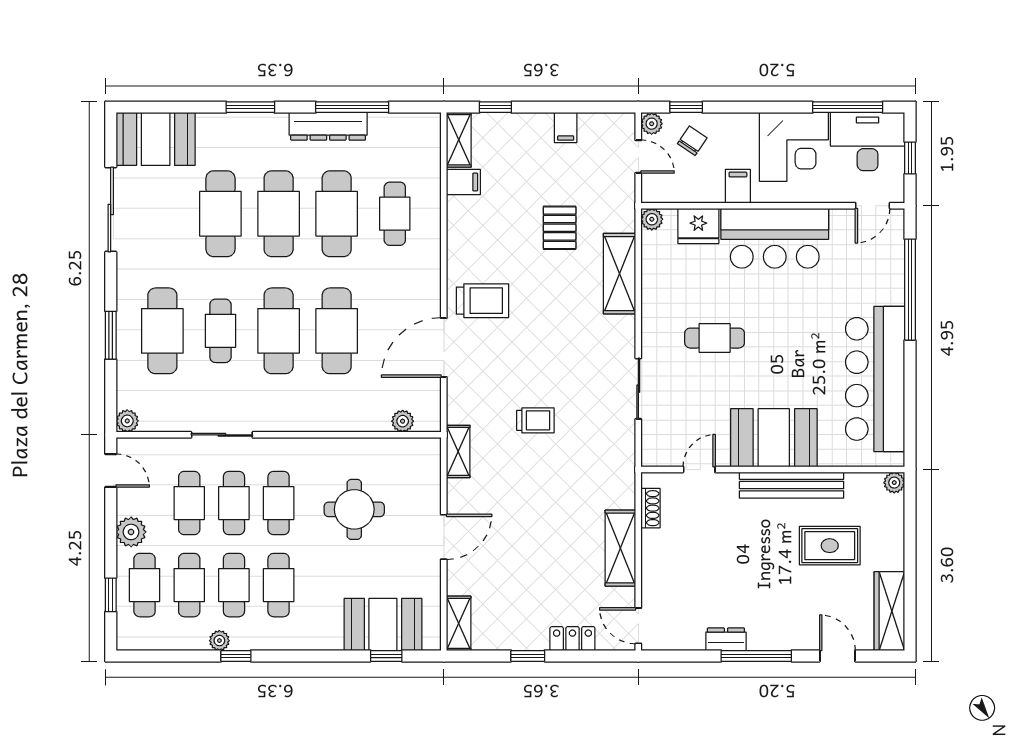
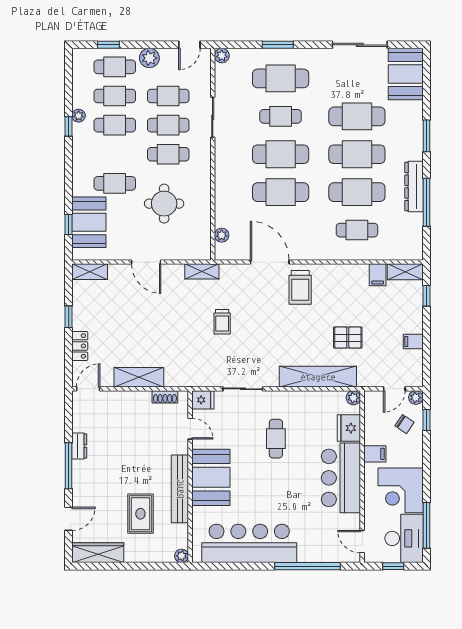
shelving: (619, 274) -> (318, 377), width x1.47
fridge: (655, 450) -> (203, 400), added
cafe table: (279, 585) -> (115, 183), moved

